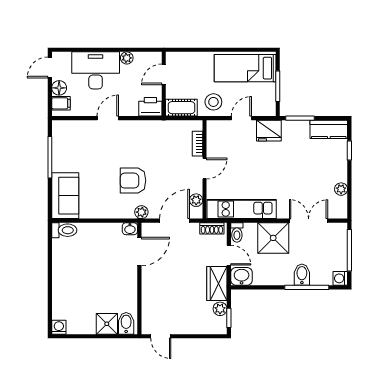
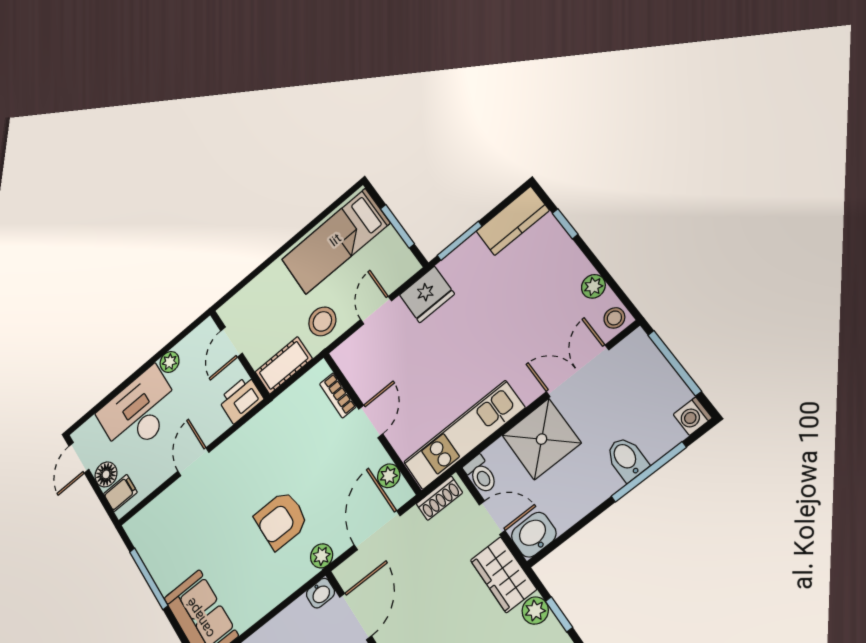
stool: (340, 210) -> (614, 318), added

